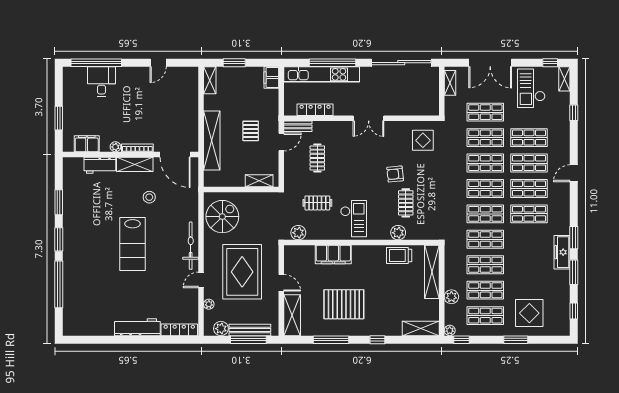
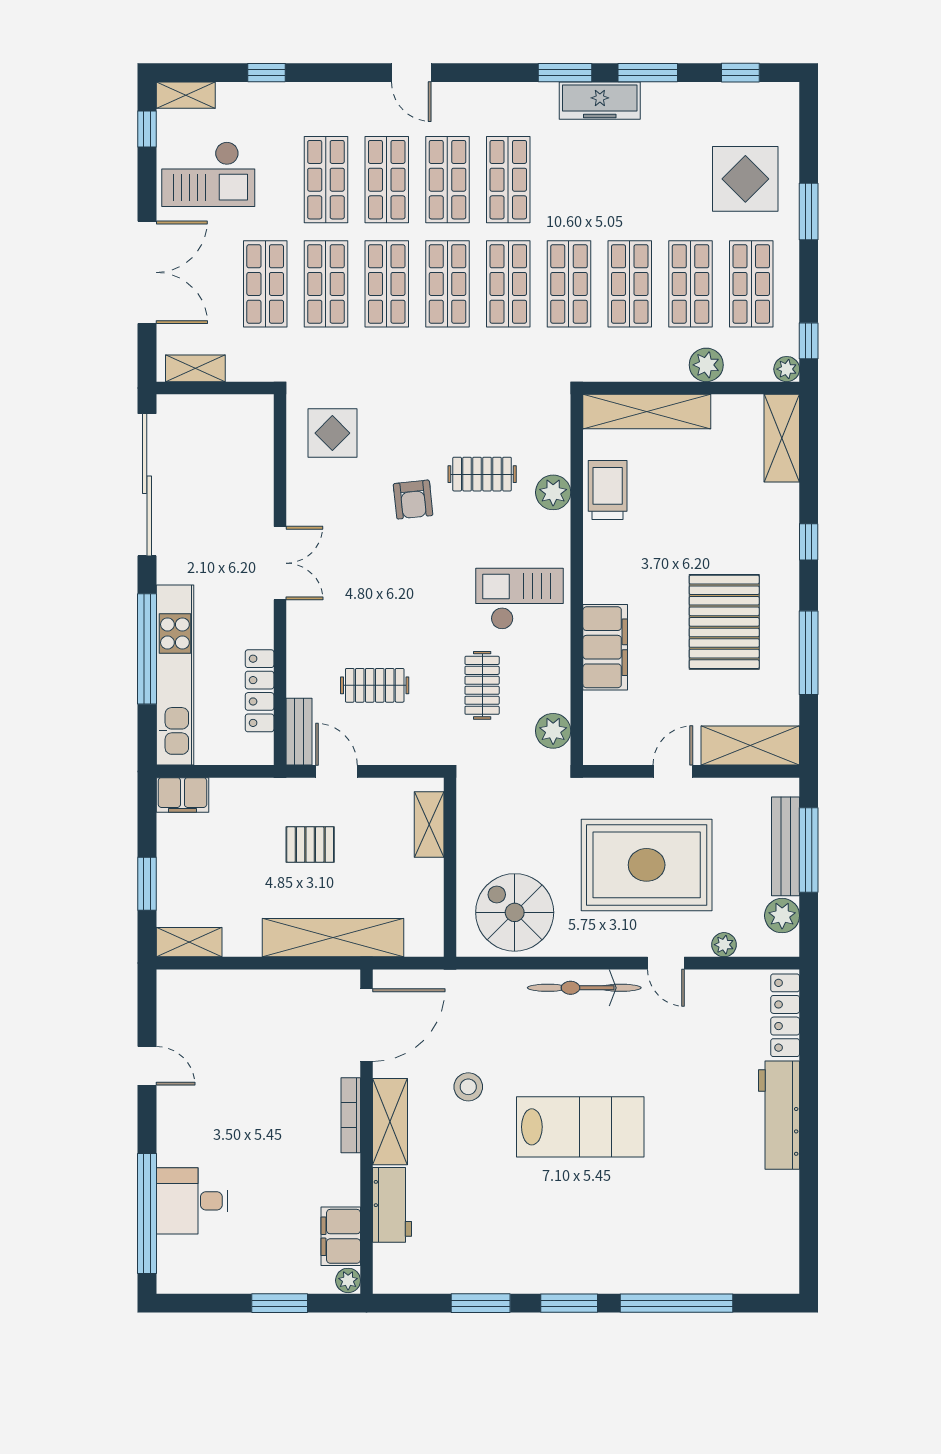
plant: (115, 147) -> (348, 1280), moved
trolley: (399, 255) -> (608, 490), turned 180

